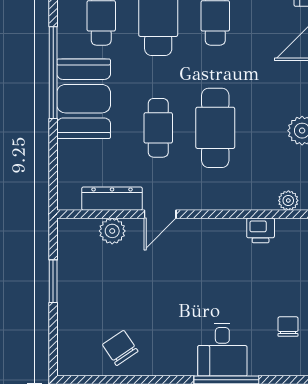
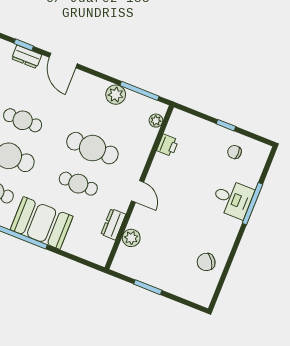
dresser: (112, 199) -> (113, 224), width x0.70
door: (160, 214) -> (138, 191), moved

